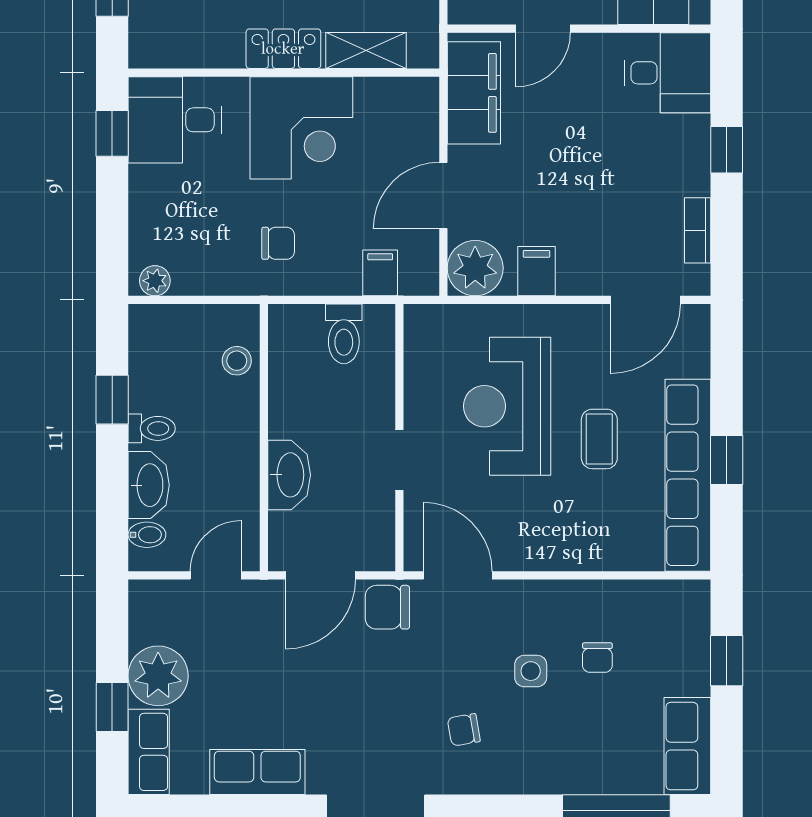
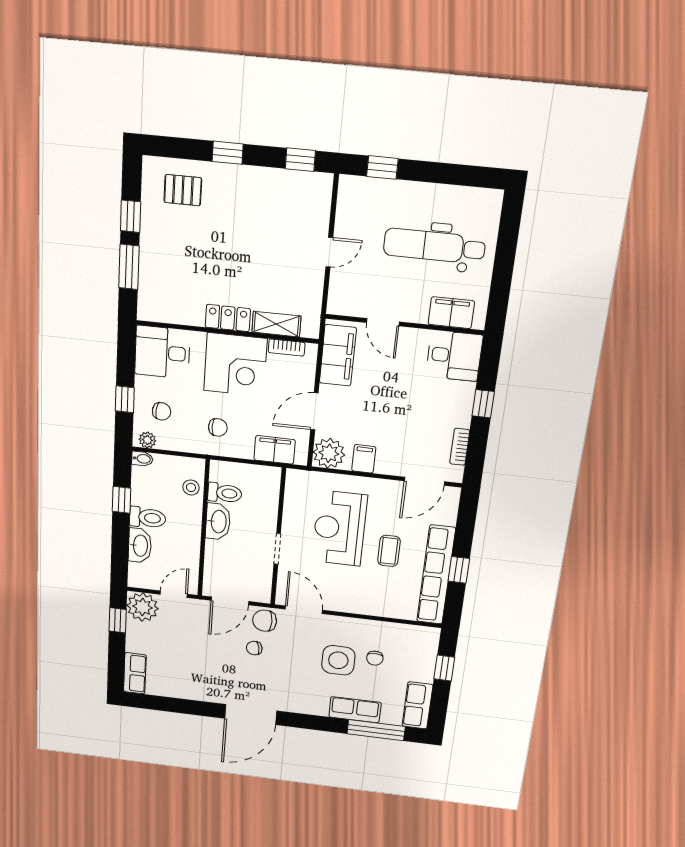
door: (543, 29) -> (383, 322), hinge flipped
bookcase: (386, 89) -> (287, 348), added
window: (112, 133) -> (125, 399), moved
chair: (178, 225) -> (162, 411), added
filing cabinet: (380, 273) -> (275, 450), width x2.00
toilet: (344, 334) -> (225, 493), moved, turned -90
toilet: (152, 428) -> (147, 518), width x1.37, depth x1.39
washbasin: (289, 475) -> (218, 522), moved
bidet: (147, 535) -> (142, 459), moved
side table: (531, 671) -> (338, 660), width x1.87, depth x1.87
plant: (158, 676) -> (142, 607), moved
window: (112, 707) -> (118, 620), moved
chair: (464, 730) -> (254, 648), moved
row of seats: (257, 772) -> (355, 710), moved

